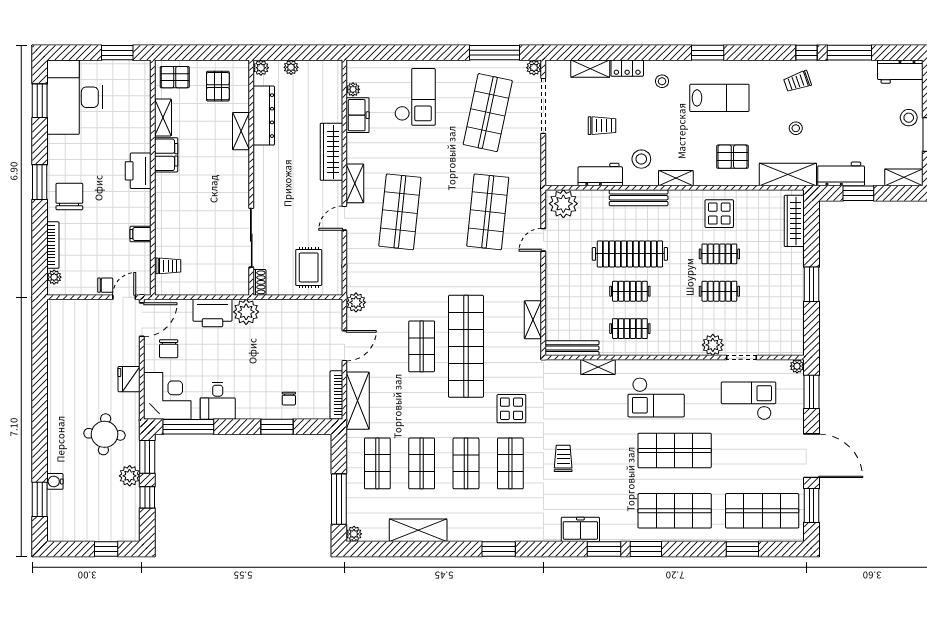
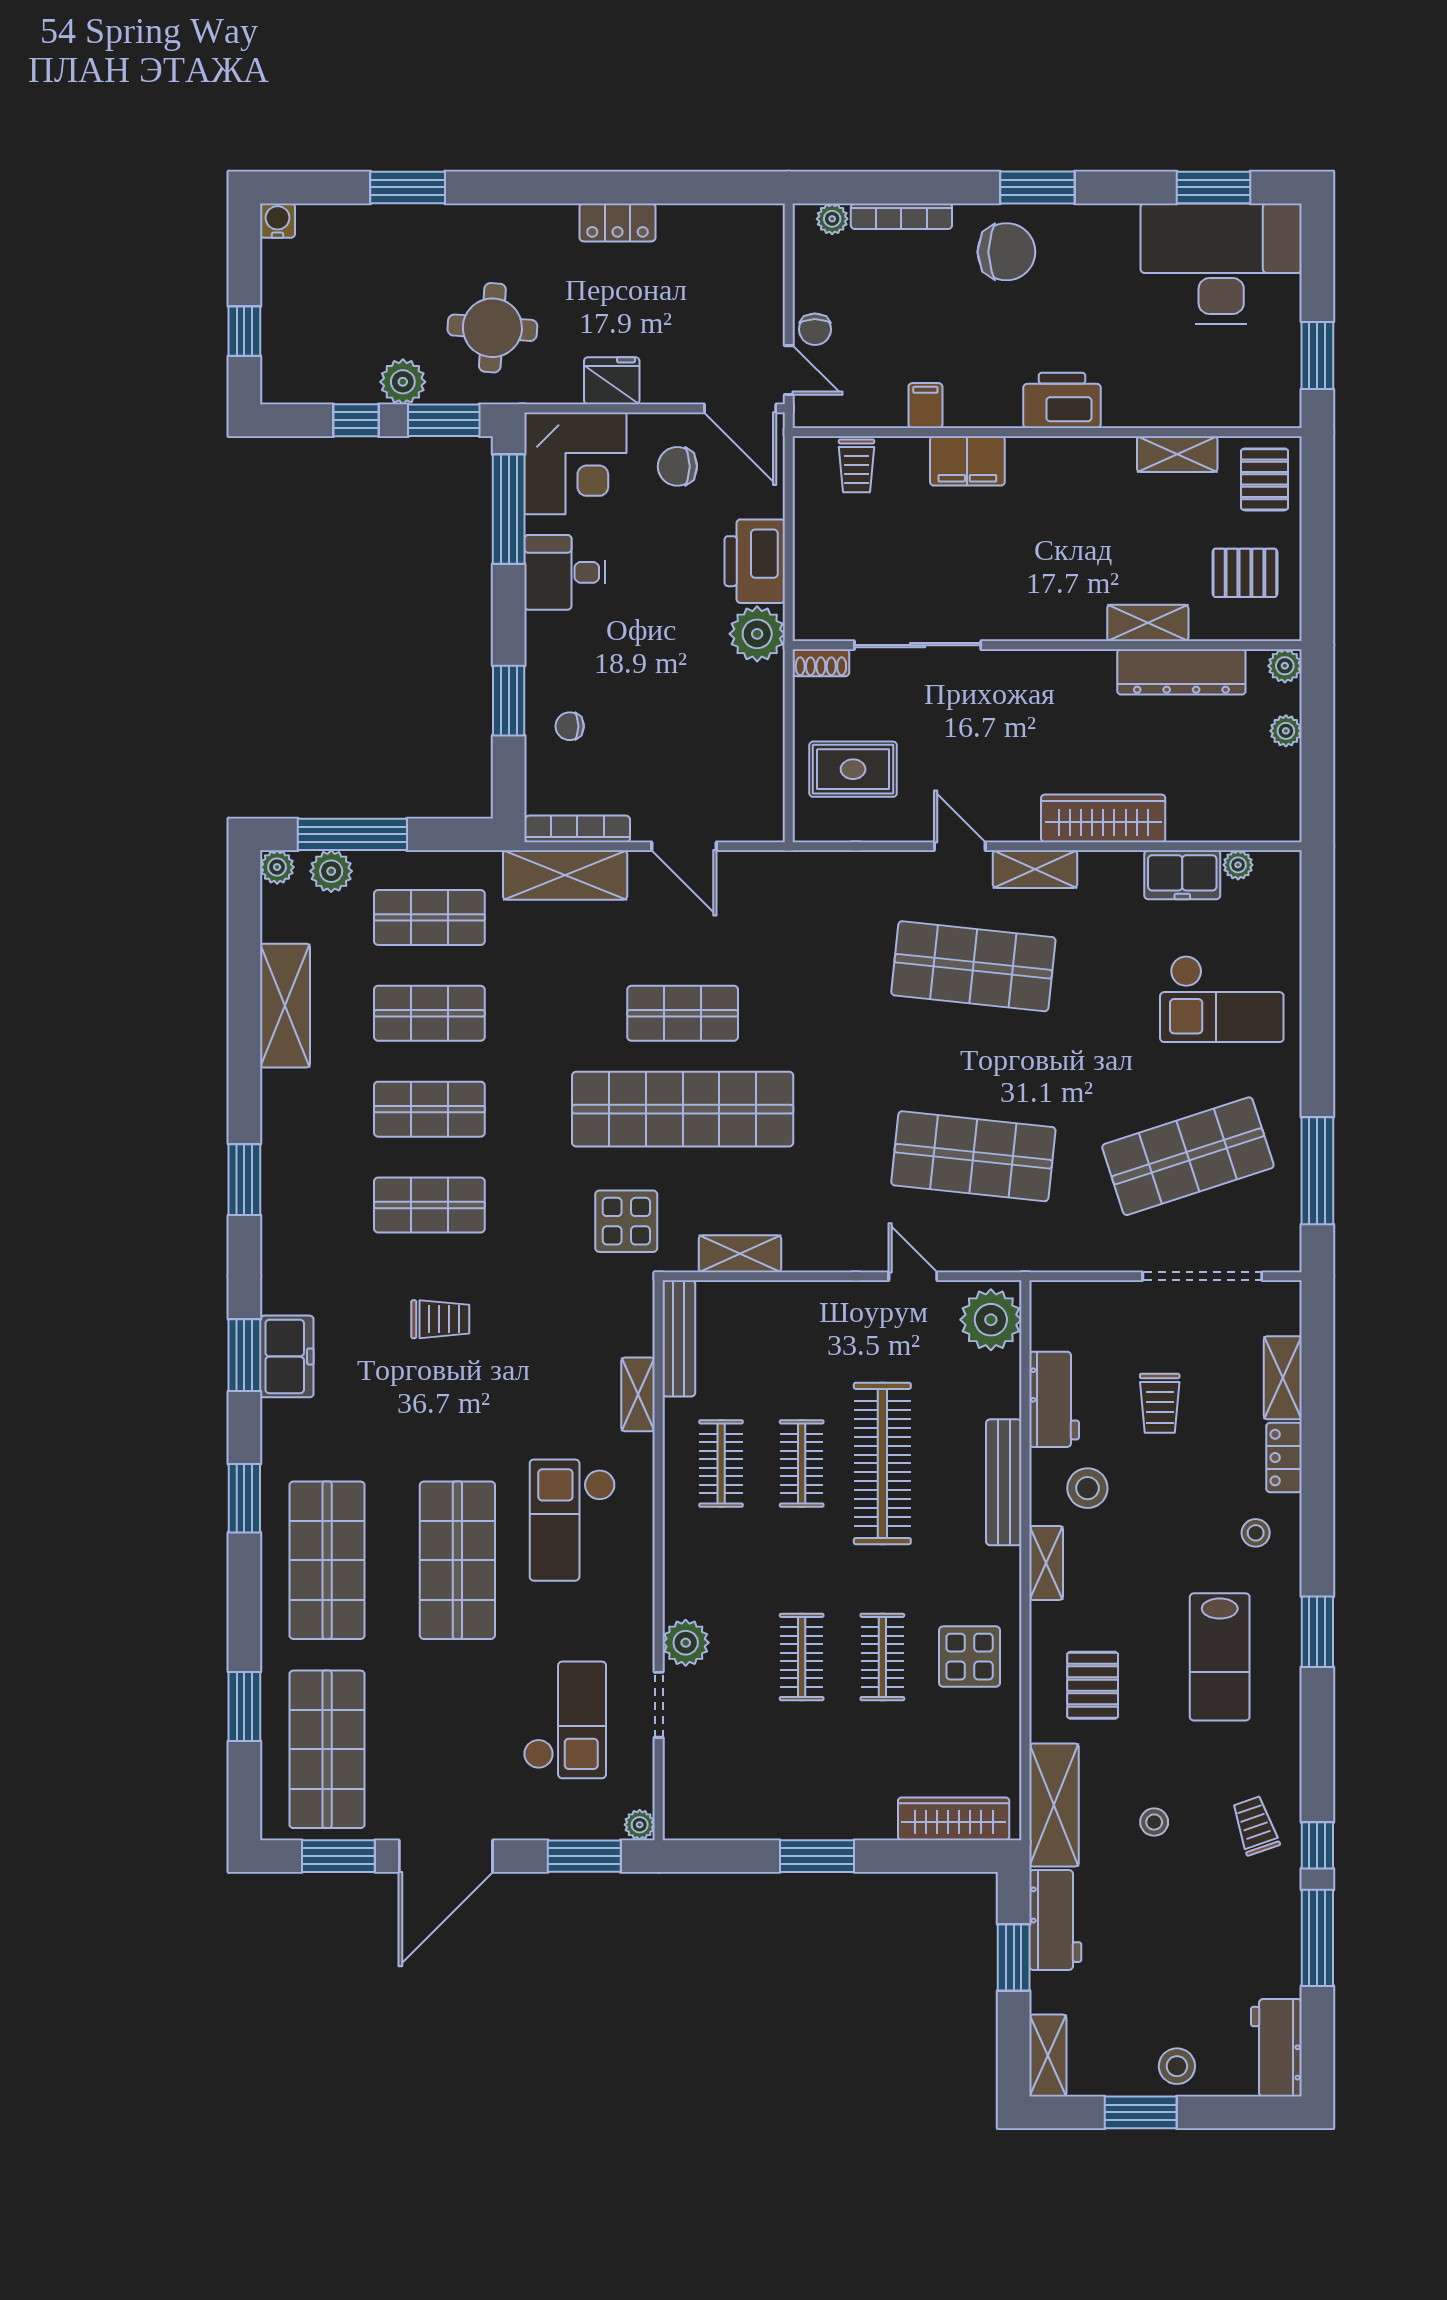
plant: (534, 68) -> (1285, 1256), removed
shop shelf: (488, 113) -> (1188, 1156), turned -30
filing cabinet: (166, 155) -> (967, 461), moved
plant: (356, 302) -> (331, 871), moved
locker: (56, 376) -> (617, 222), added
display table: (511, 409) -> (626, 1221), moved
water cooler: (55, 481) -> (278, 221), moved
window: (40, 499) -> (408, 187), moved
window: (604, 549) -> (244, 1355), moved

